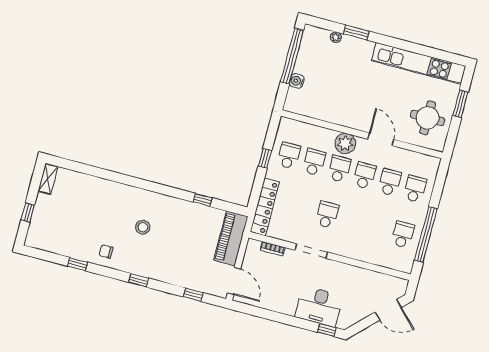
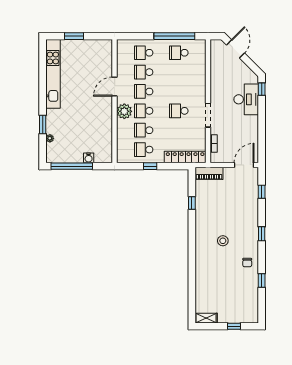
round table: (428, 118) -> (90, 57), removed
piano: (231, 238) -> (209, 173), width x0.73, depth x0.75

